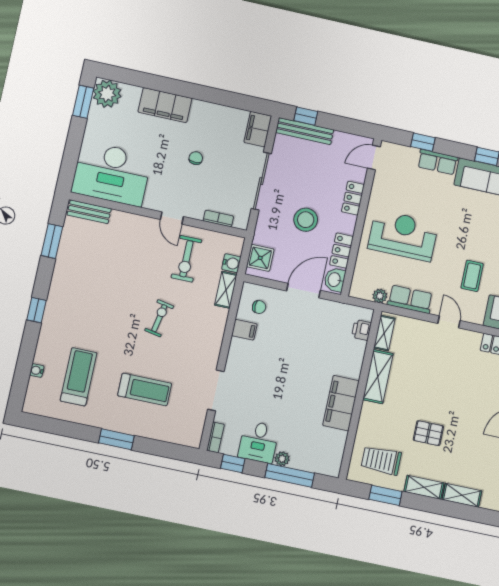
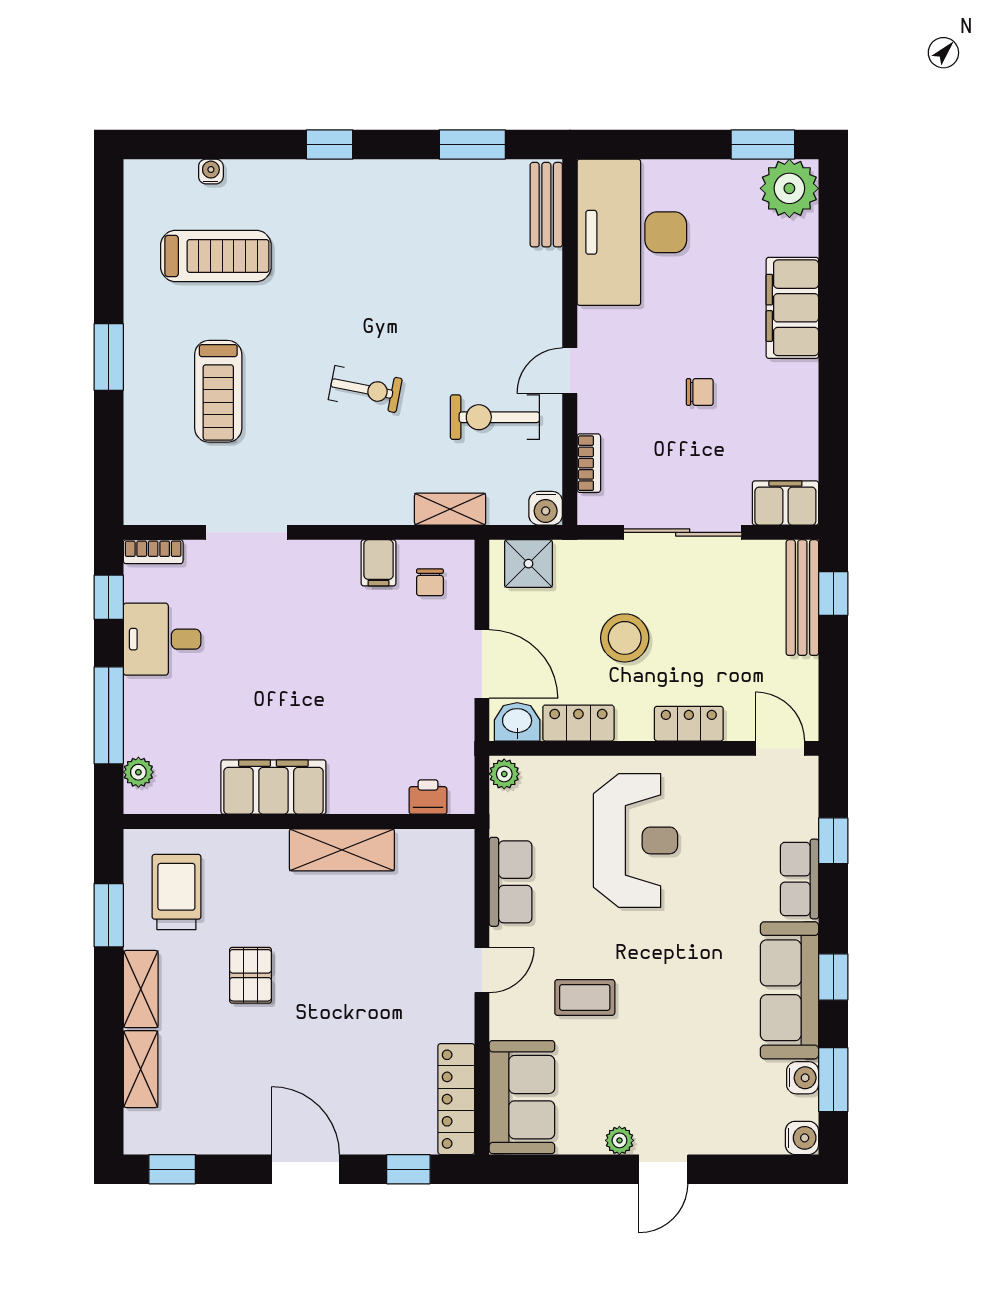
water cooler: (231, 263) -> (546, 508), moved
plant: (380, 296) -> (504, 774), moved
shelving: (384, 333) -> (432, 844), removed
plant: (282, 459) -> (138, 772), moved

